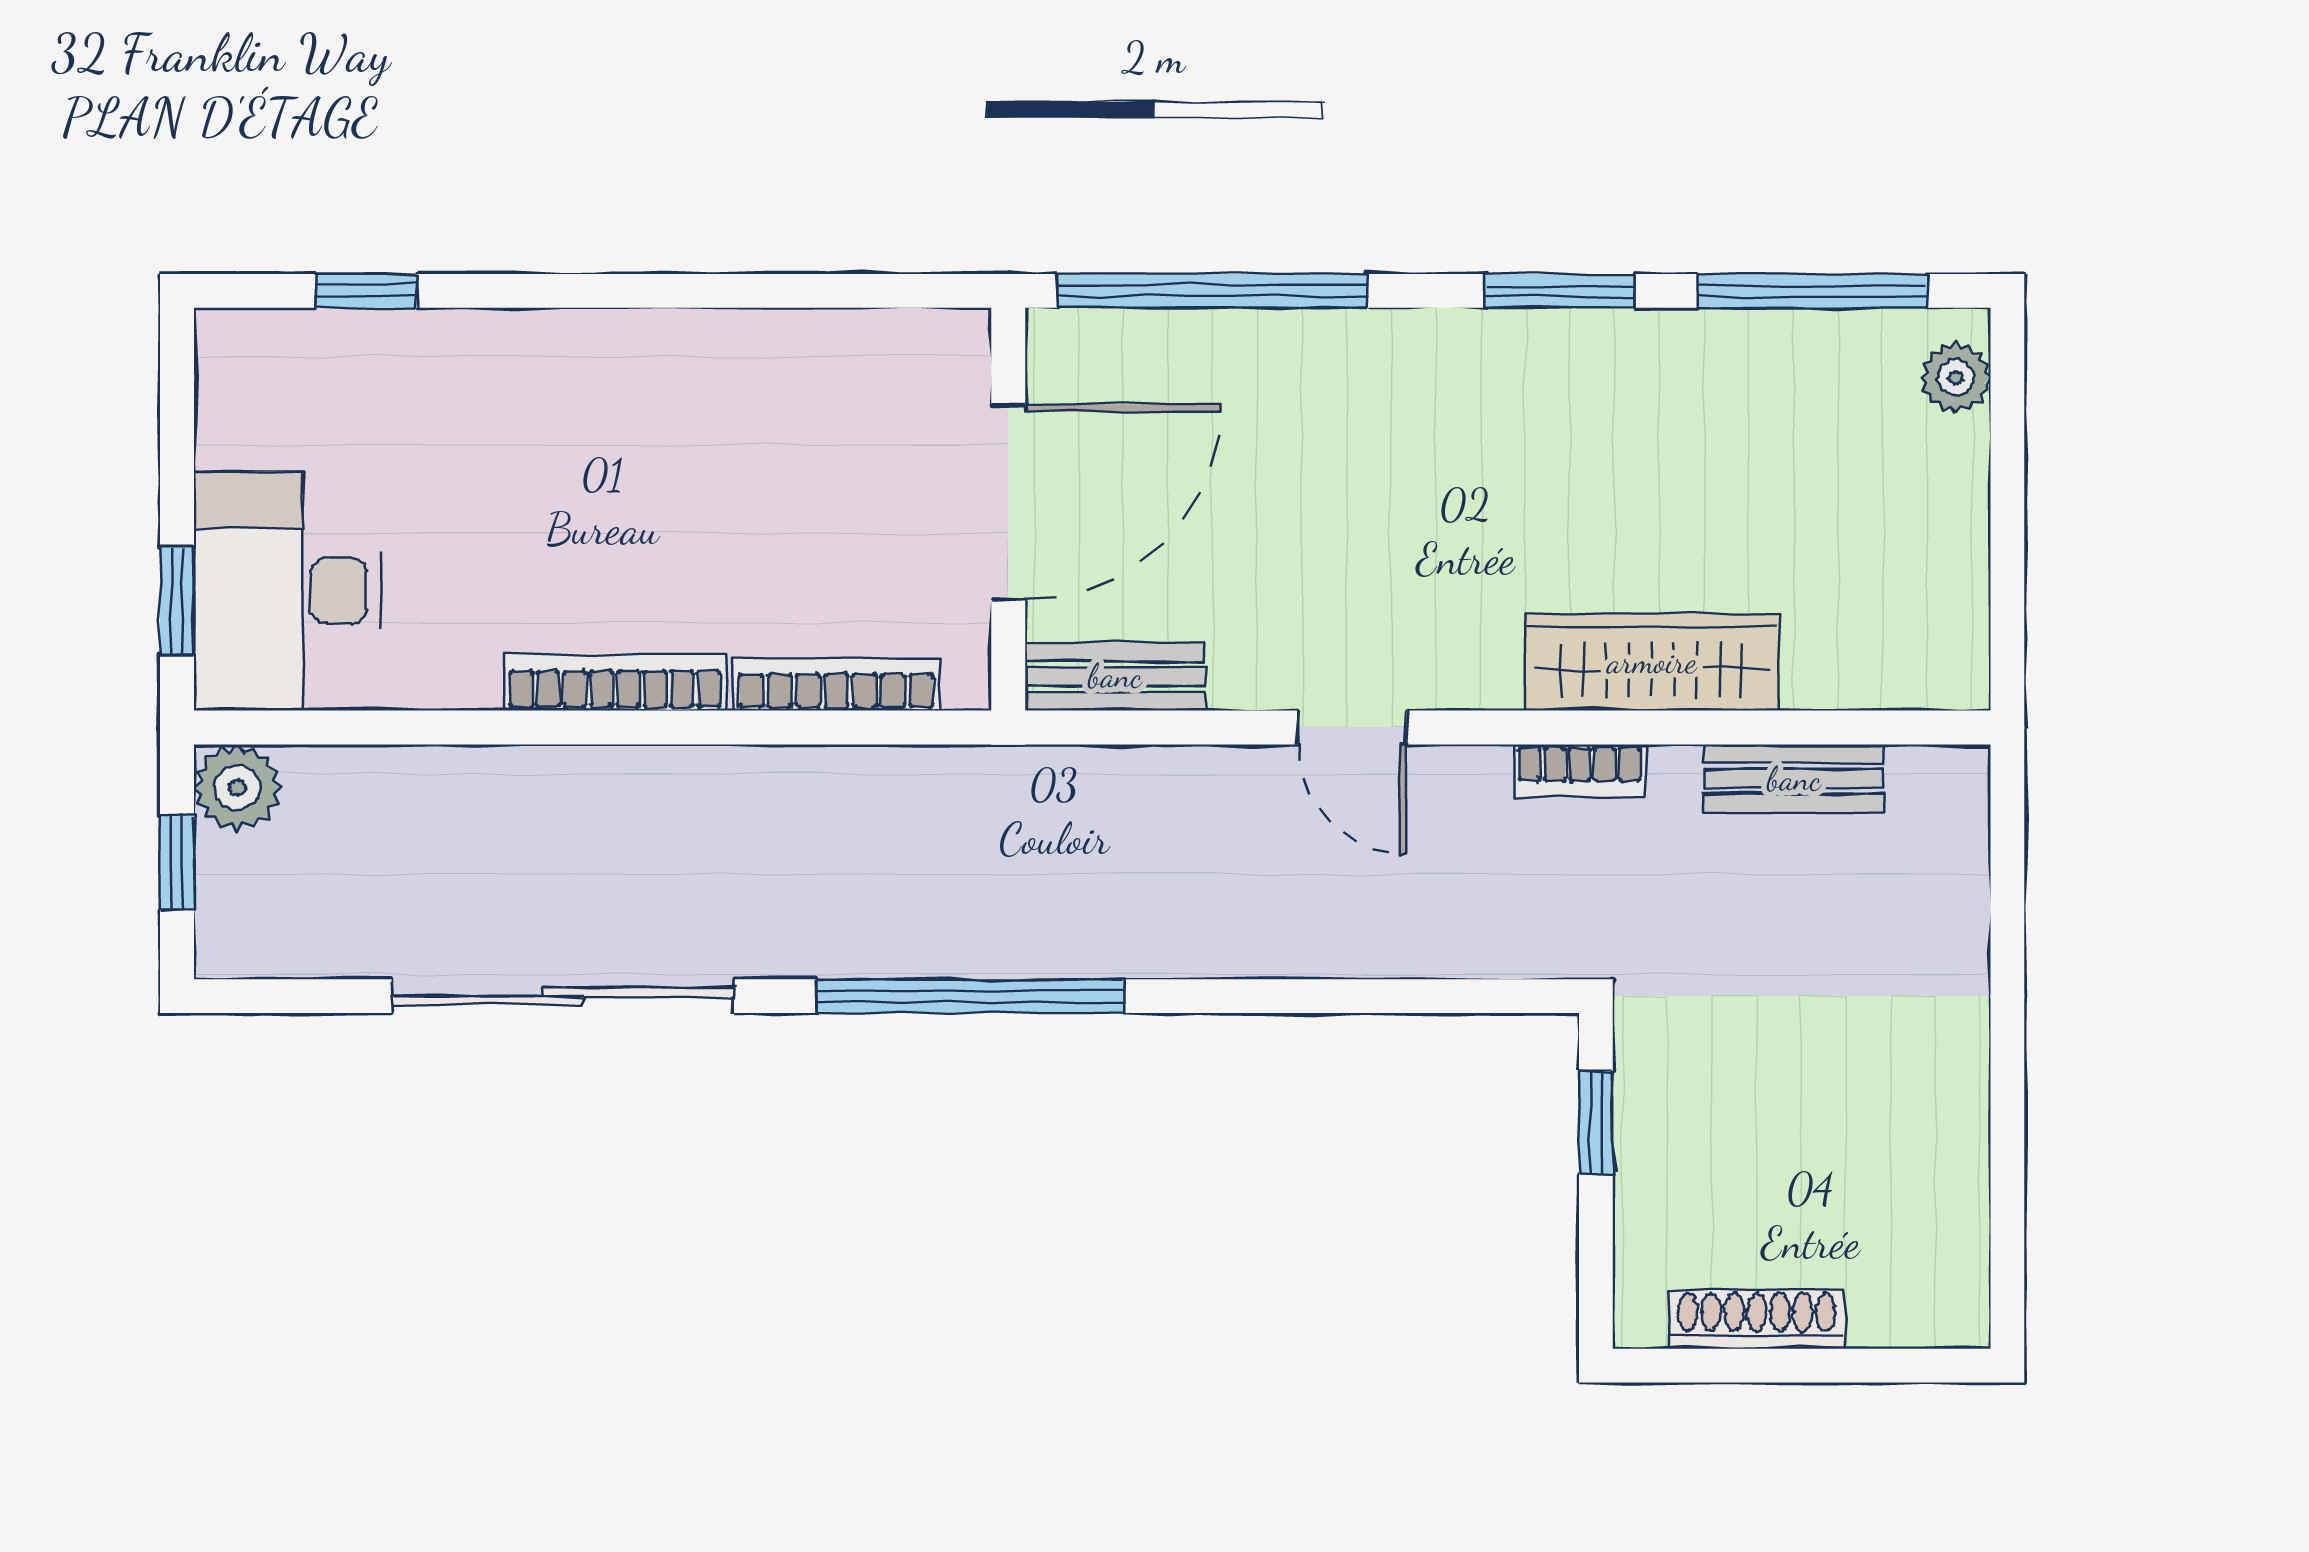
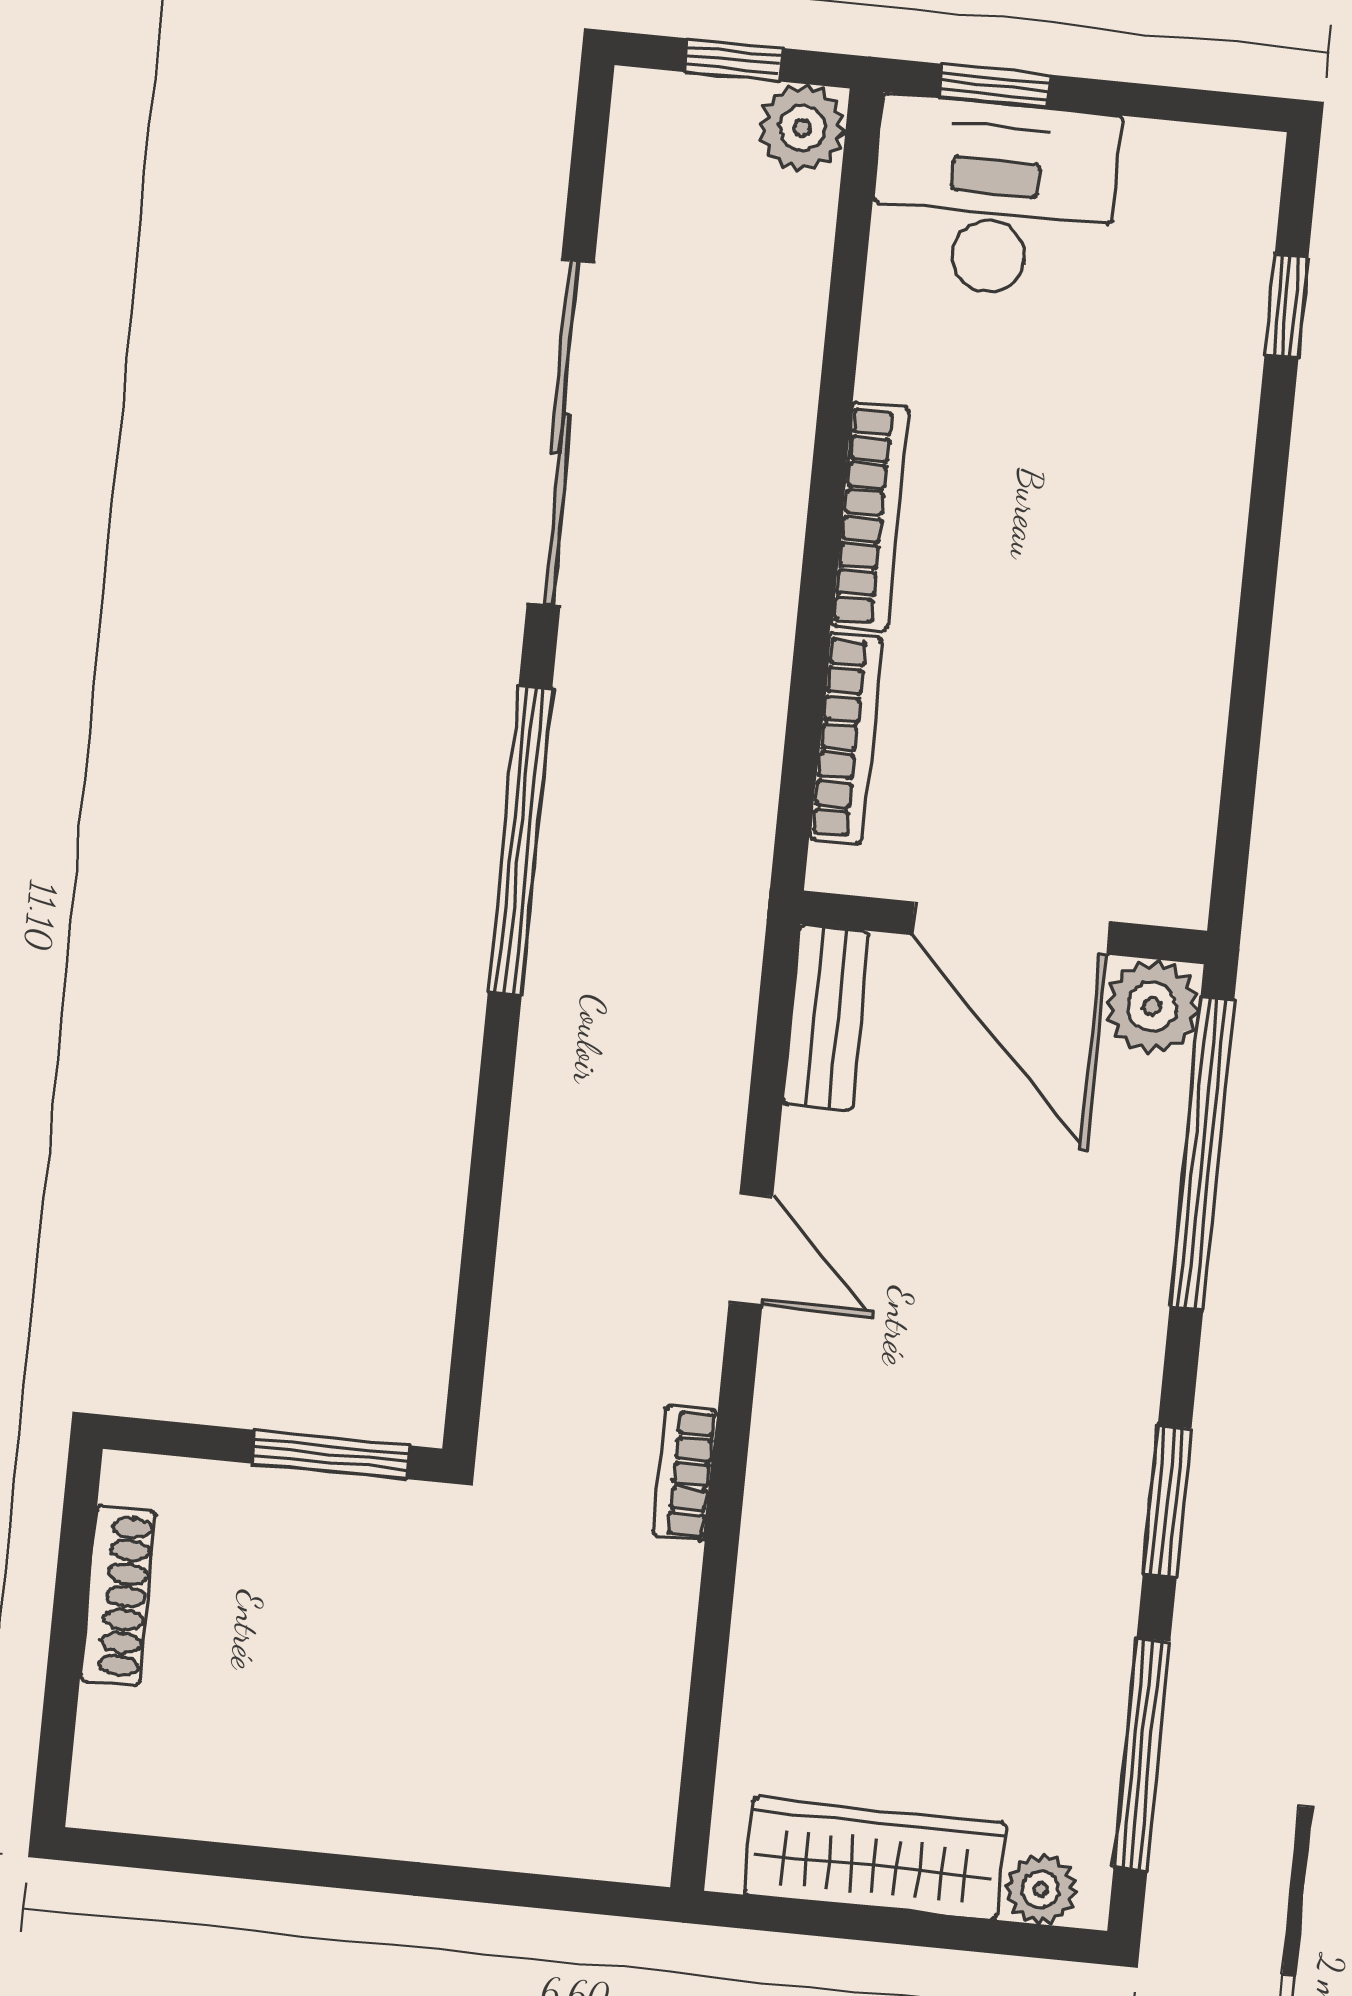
plant: (1072, 355) -> (1152, 1007), added
wardrobe: (1652, 662) -> (875, 1859), moved, turned -90
door: (1352, 727) -> (751, 1250), swing flipped
bench: (1794, 779) -> (656, 1687), removed
window: (1596, 1123) -> (331, 1454), width x1.50

